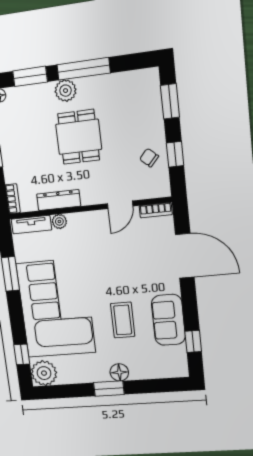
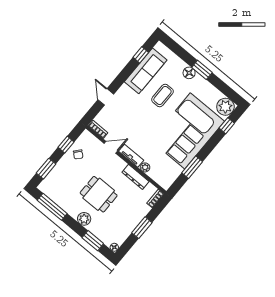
window: (84, 69) -> (52, 207), moved
dining table: (79, 137) -> (99, 194), turned 90
tv unit: (31, 225) -> (131, 156), moved
door: (185, 256) -> (106, 97), width x0.53
sofa: (168, 320) -> (146, 71), width x1.36

